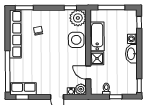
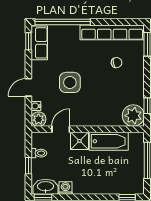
washing machine: (132, 39) -> (65, 188), moved
side table: (76, 40) -> (70, 82), moved
washbasin: (131, 54) -> (46, 187), moved

